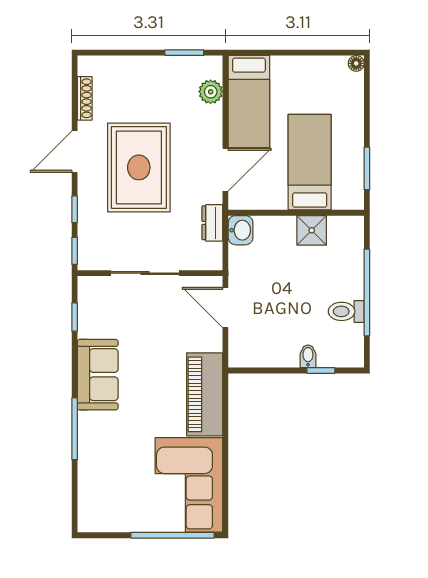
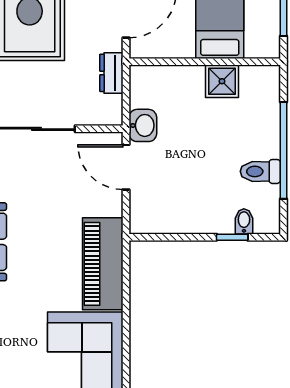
washbasin: (241, 230) -> (143, 125), moved
bidet: (308, 356) -> (244, 221), moved

